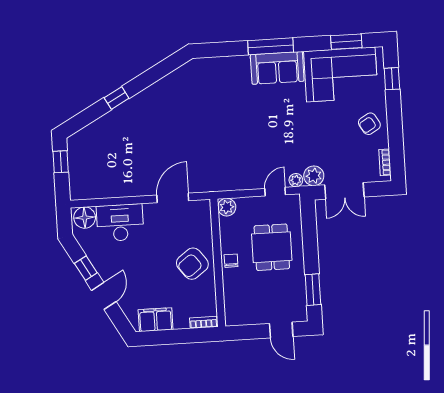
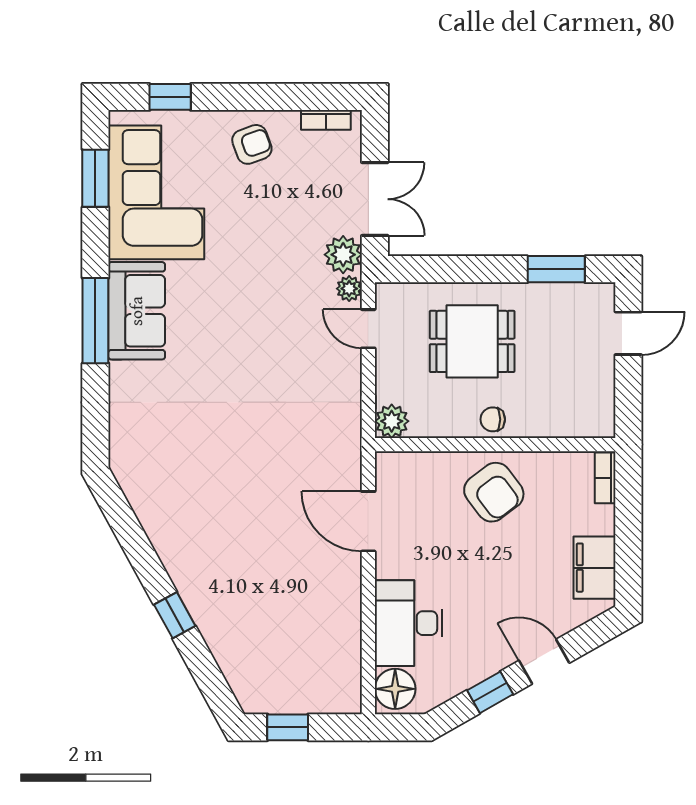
armchair: (369, 124) -> (252, 144), turned -79

